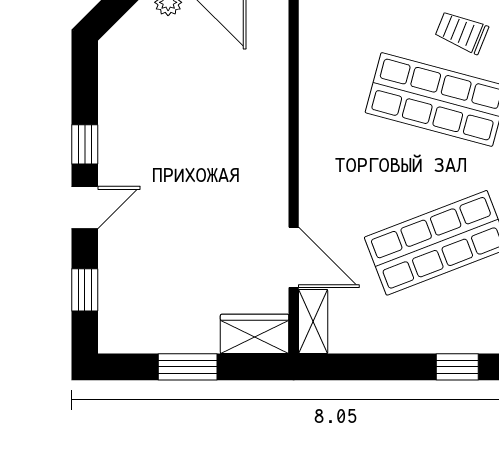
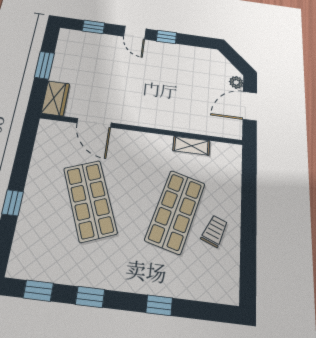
door: (294, 257) -> (94, 123), hinge flipped
shelving: (313, 322) -> (191, 146), moved

